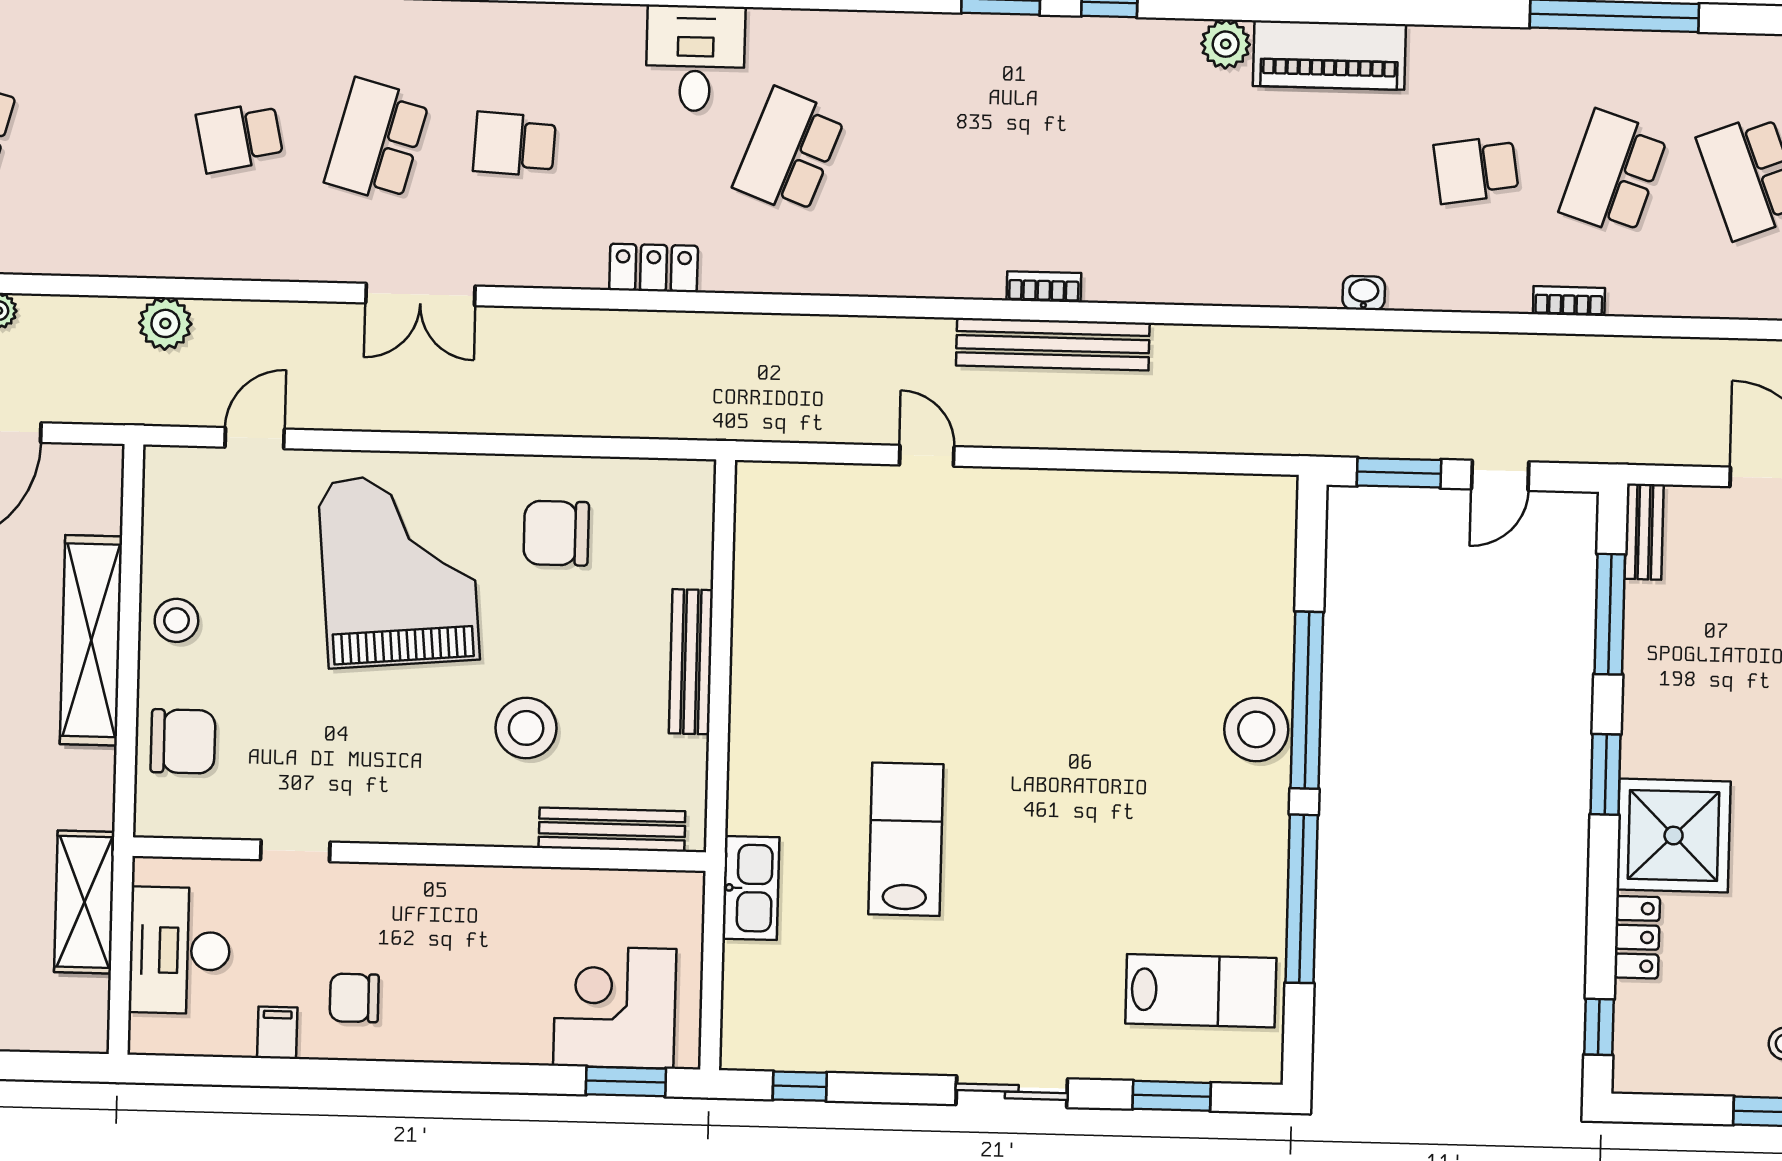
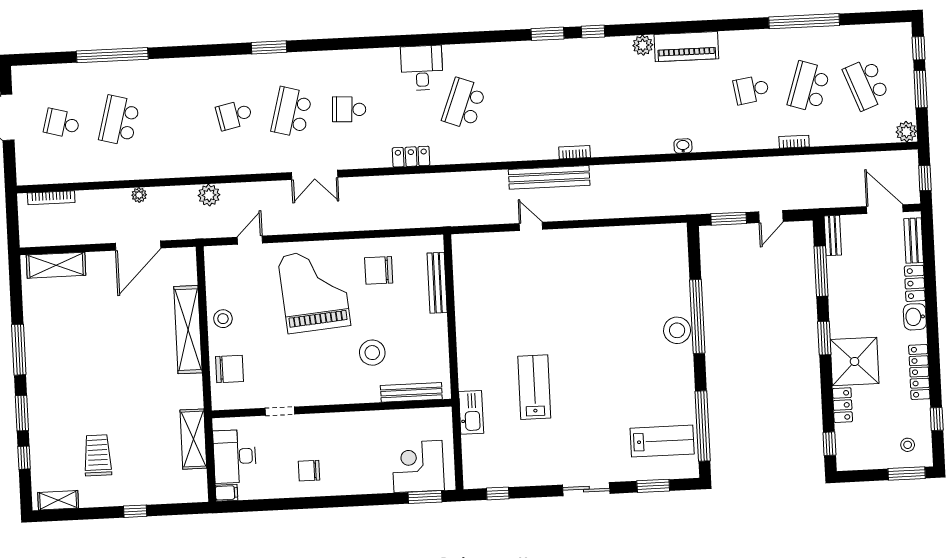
washbasin: (1364, 293) -> (683, 146), moved
bench: (1053, 344) -> (549, 177), moved
bench: (691, 662) -> (437, 283), moved
window: (1302, 899) -> (703, 426), moved
filing cabinet: (277, 1033) -> (226, 493), moved, turned 90

